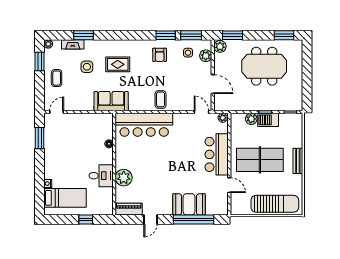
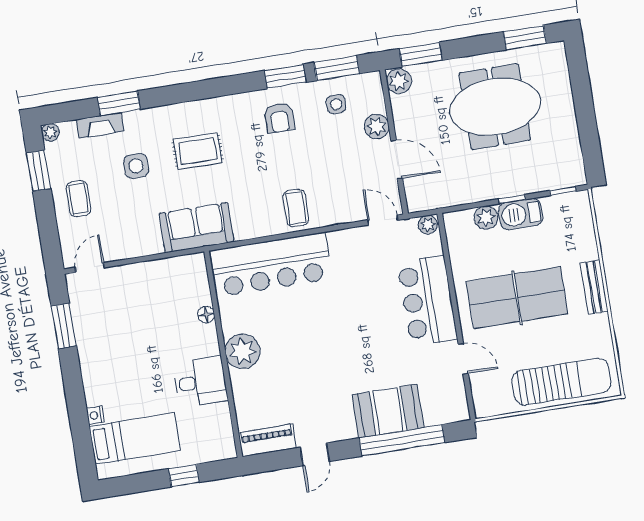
plant: (206, 56) -> (377, 126), moved
plant: (124, 178) -> (243, 351), moved

